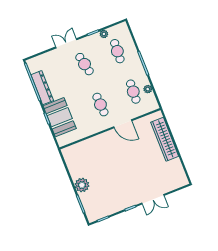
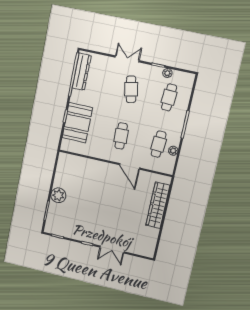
dresser: (42, 88) -> (82, 72), moved

